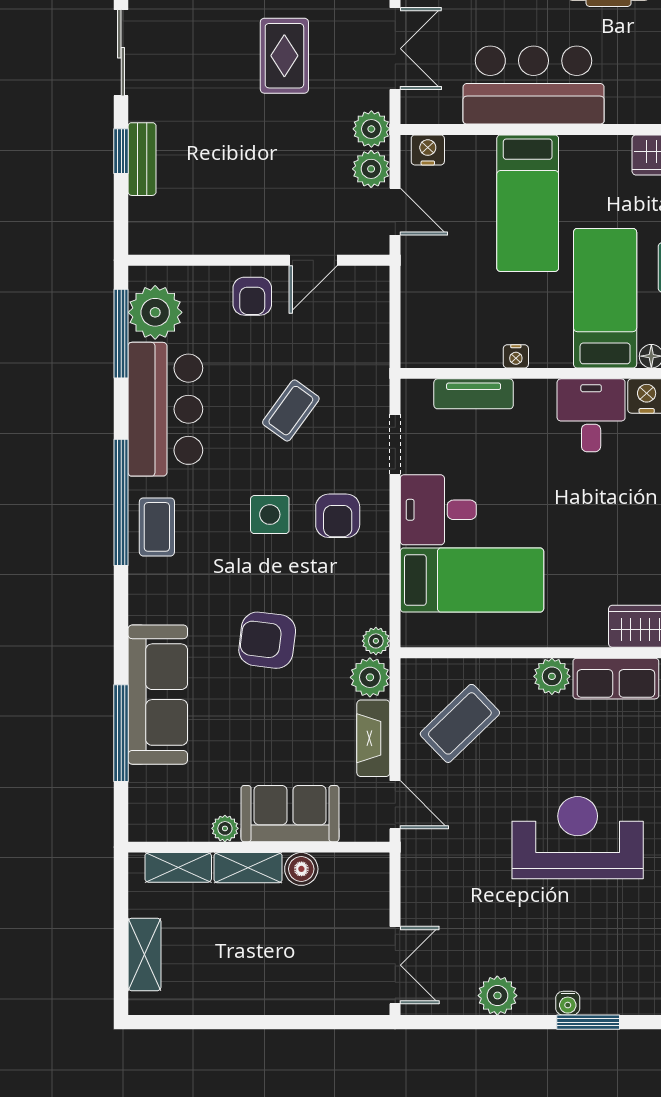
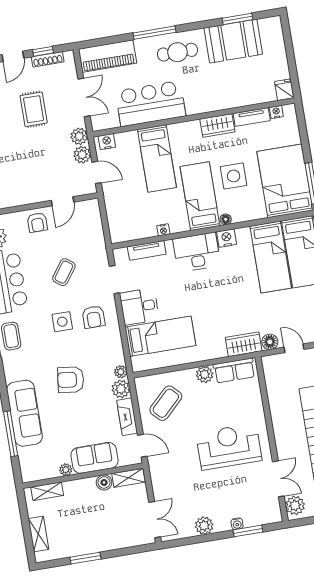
desk: (591, 415) -> (197, 252), width x1.37
shelving: (248, 868) -> (128, 478), moved
window: (235, 1022) -> (85, 558), added

